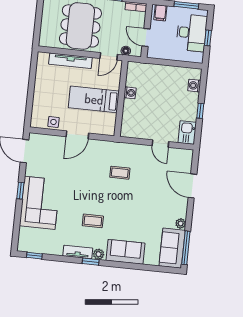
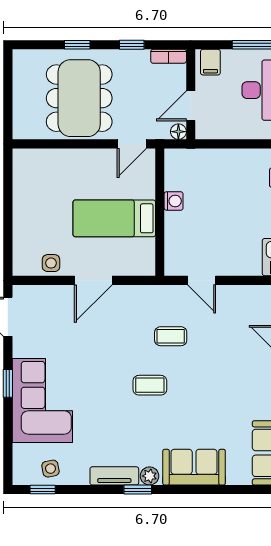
door: (146, 38) -> (191, 106), hinge flipped
floor lamp: (126, 51) -> (178, 132), moved
tv unit: (70, 61) -> (69, 158), removed
door: (160, 144) -> (202, 280), moved
coffee table: (93, 221) -> (150, 385), moved
side table: (40, 244) -> (50, 469), added

